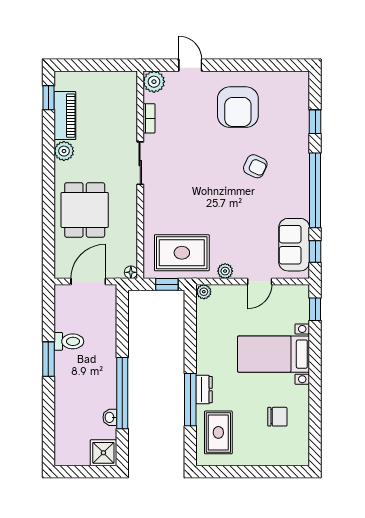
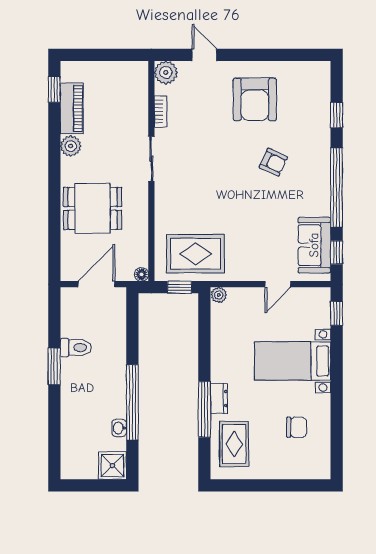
dining table: (85, 210) -> (93, 208), turned 90
plant: (225, 271) -> (241, 273), removed

